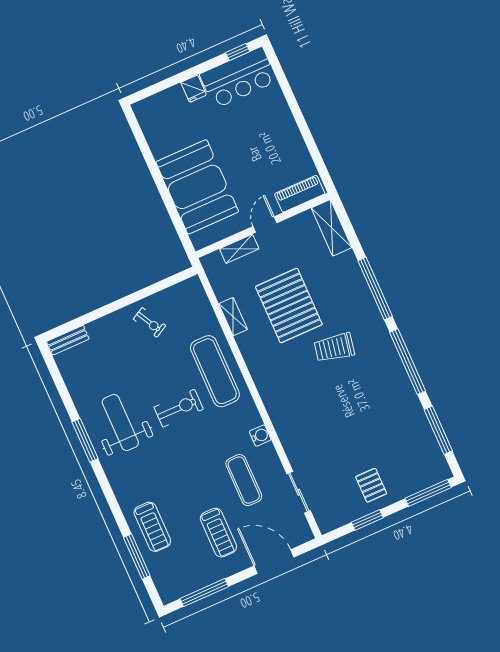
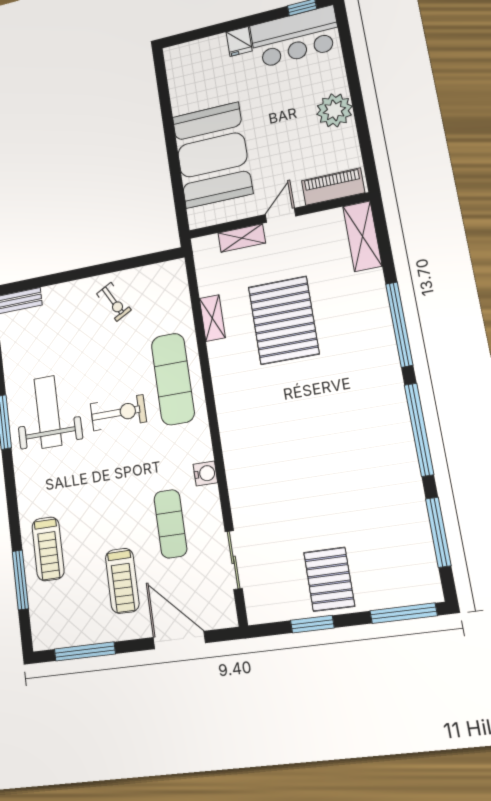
plant: (285, 133) -> (334, 110), added
trolley: (334, 348) -> (327, 387), removed
pallet: (371, 485) -> (329, 579), width x1.50, depth x1.42

